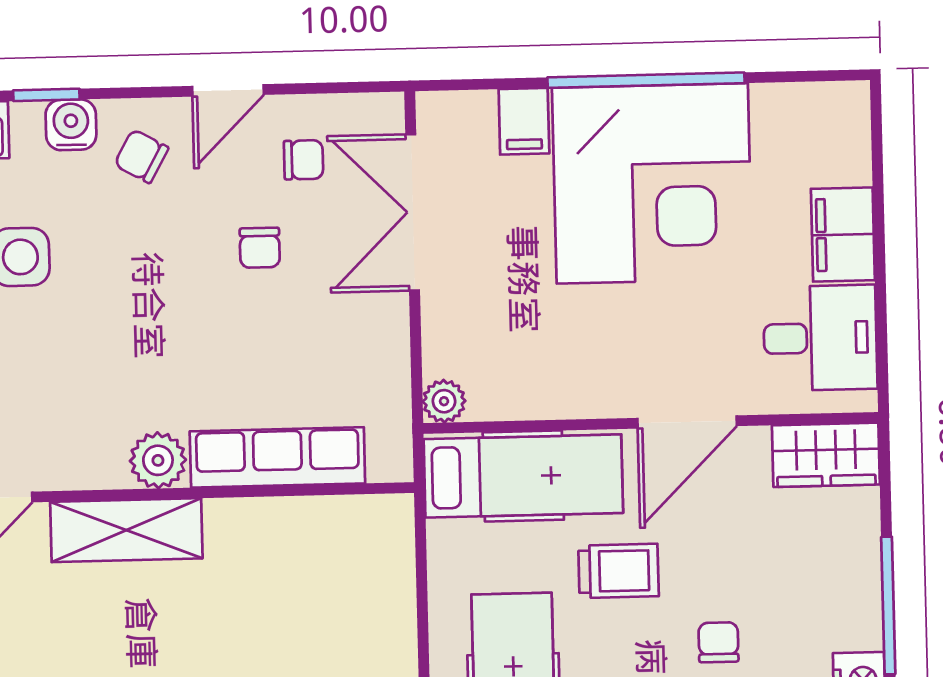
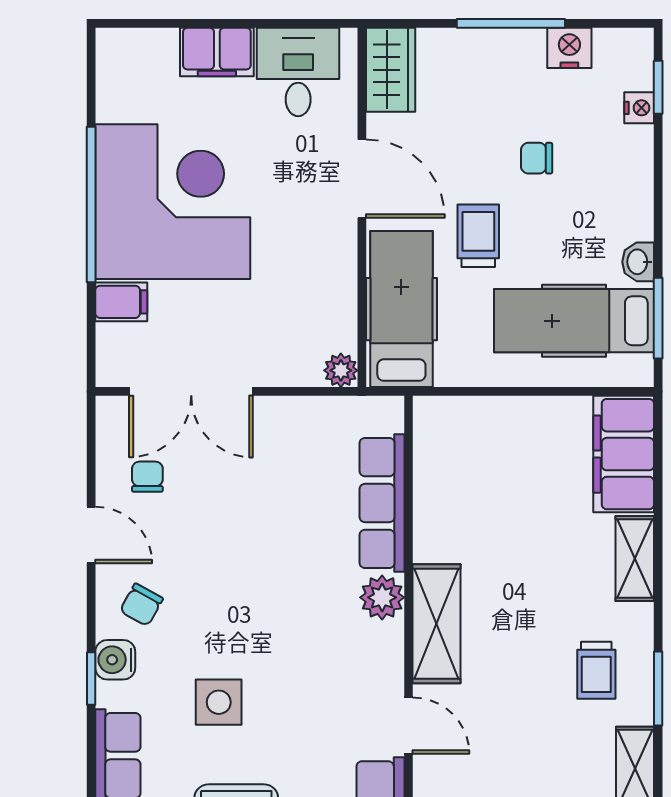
chair: (260, 248) -> (216, 513), removed

